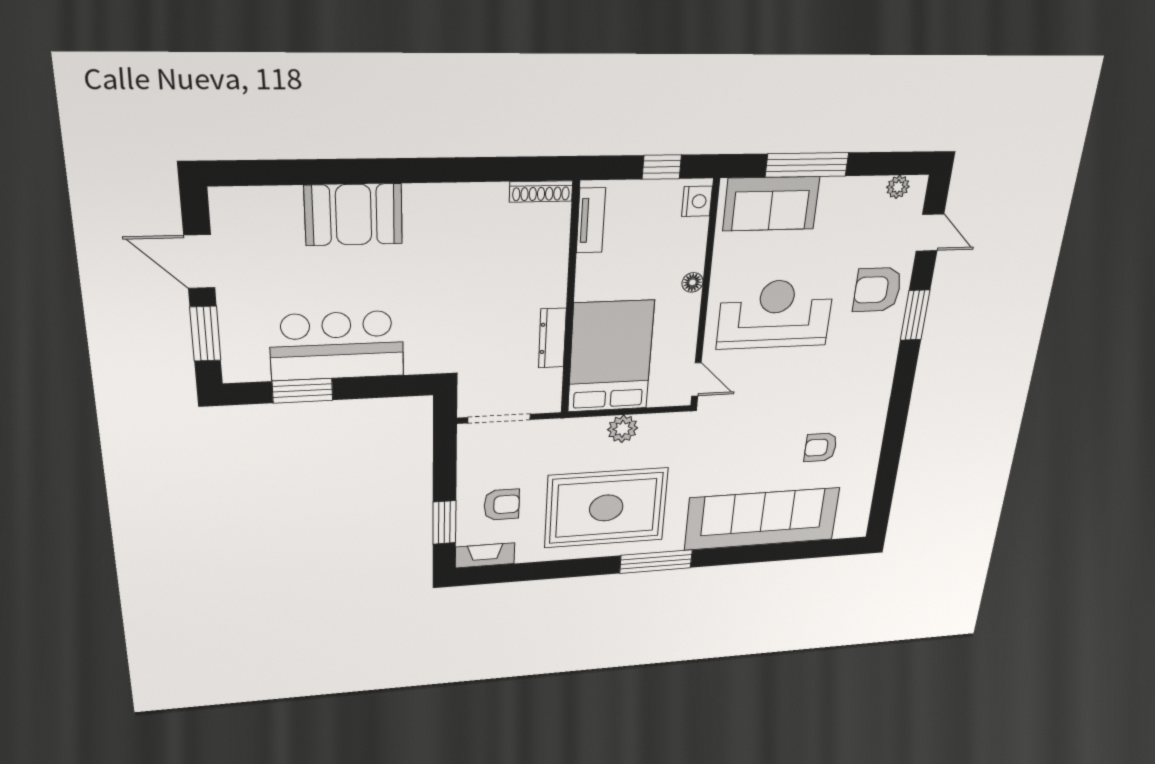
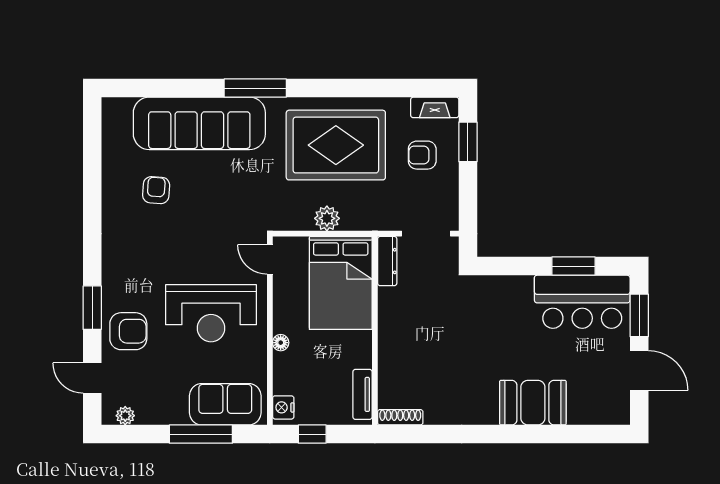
dresser: (552, 338) -> (387, 261), moved
bar counter: (337, 346) -> (582, 302), moved
armchair: (821, 447) -> (156, 190), turned -86
window: (656, 562) -> (255, 88), moved

